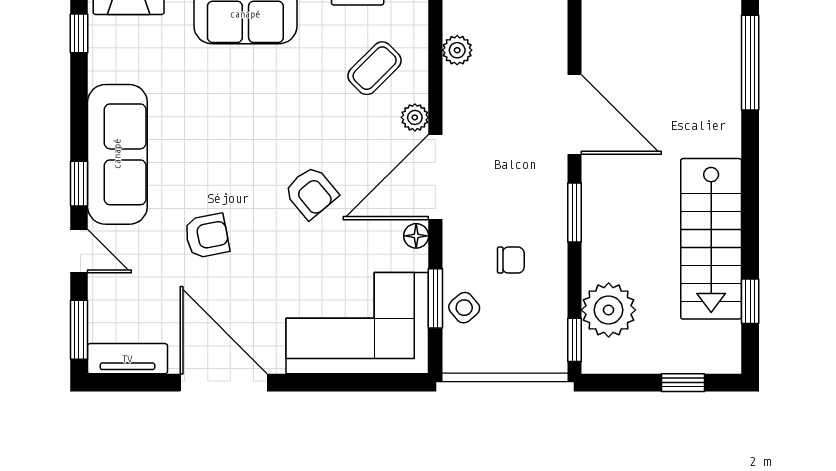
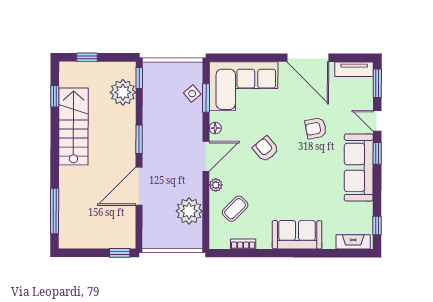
plant: (457, 50) -> (189, 211), width x1.88, depth x1.88
door: (574, 114) -> (139, 186), hinge flipped
door: (435, 177) -> (206, 156), width x0.73
chair: (511, 260) -> (170, 116), removed

